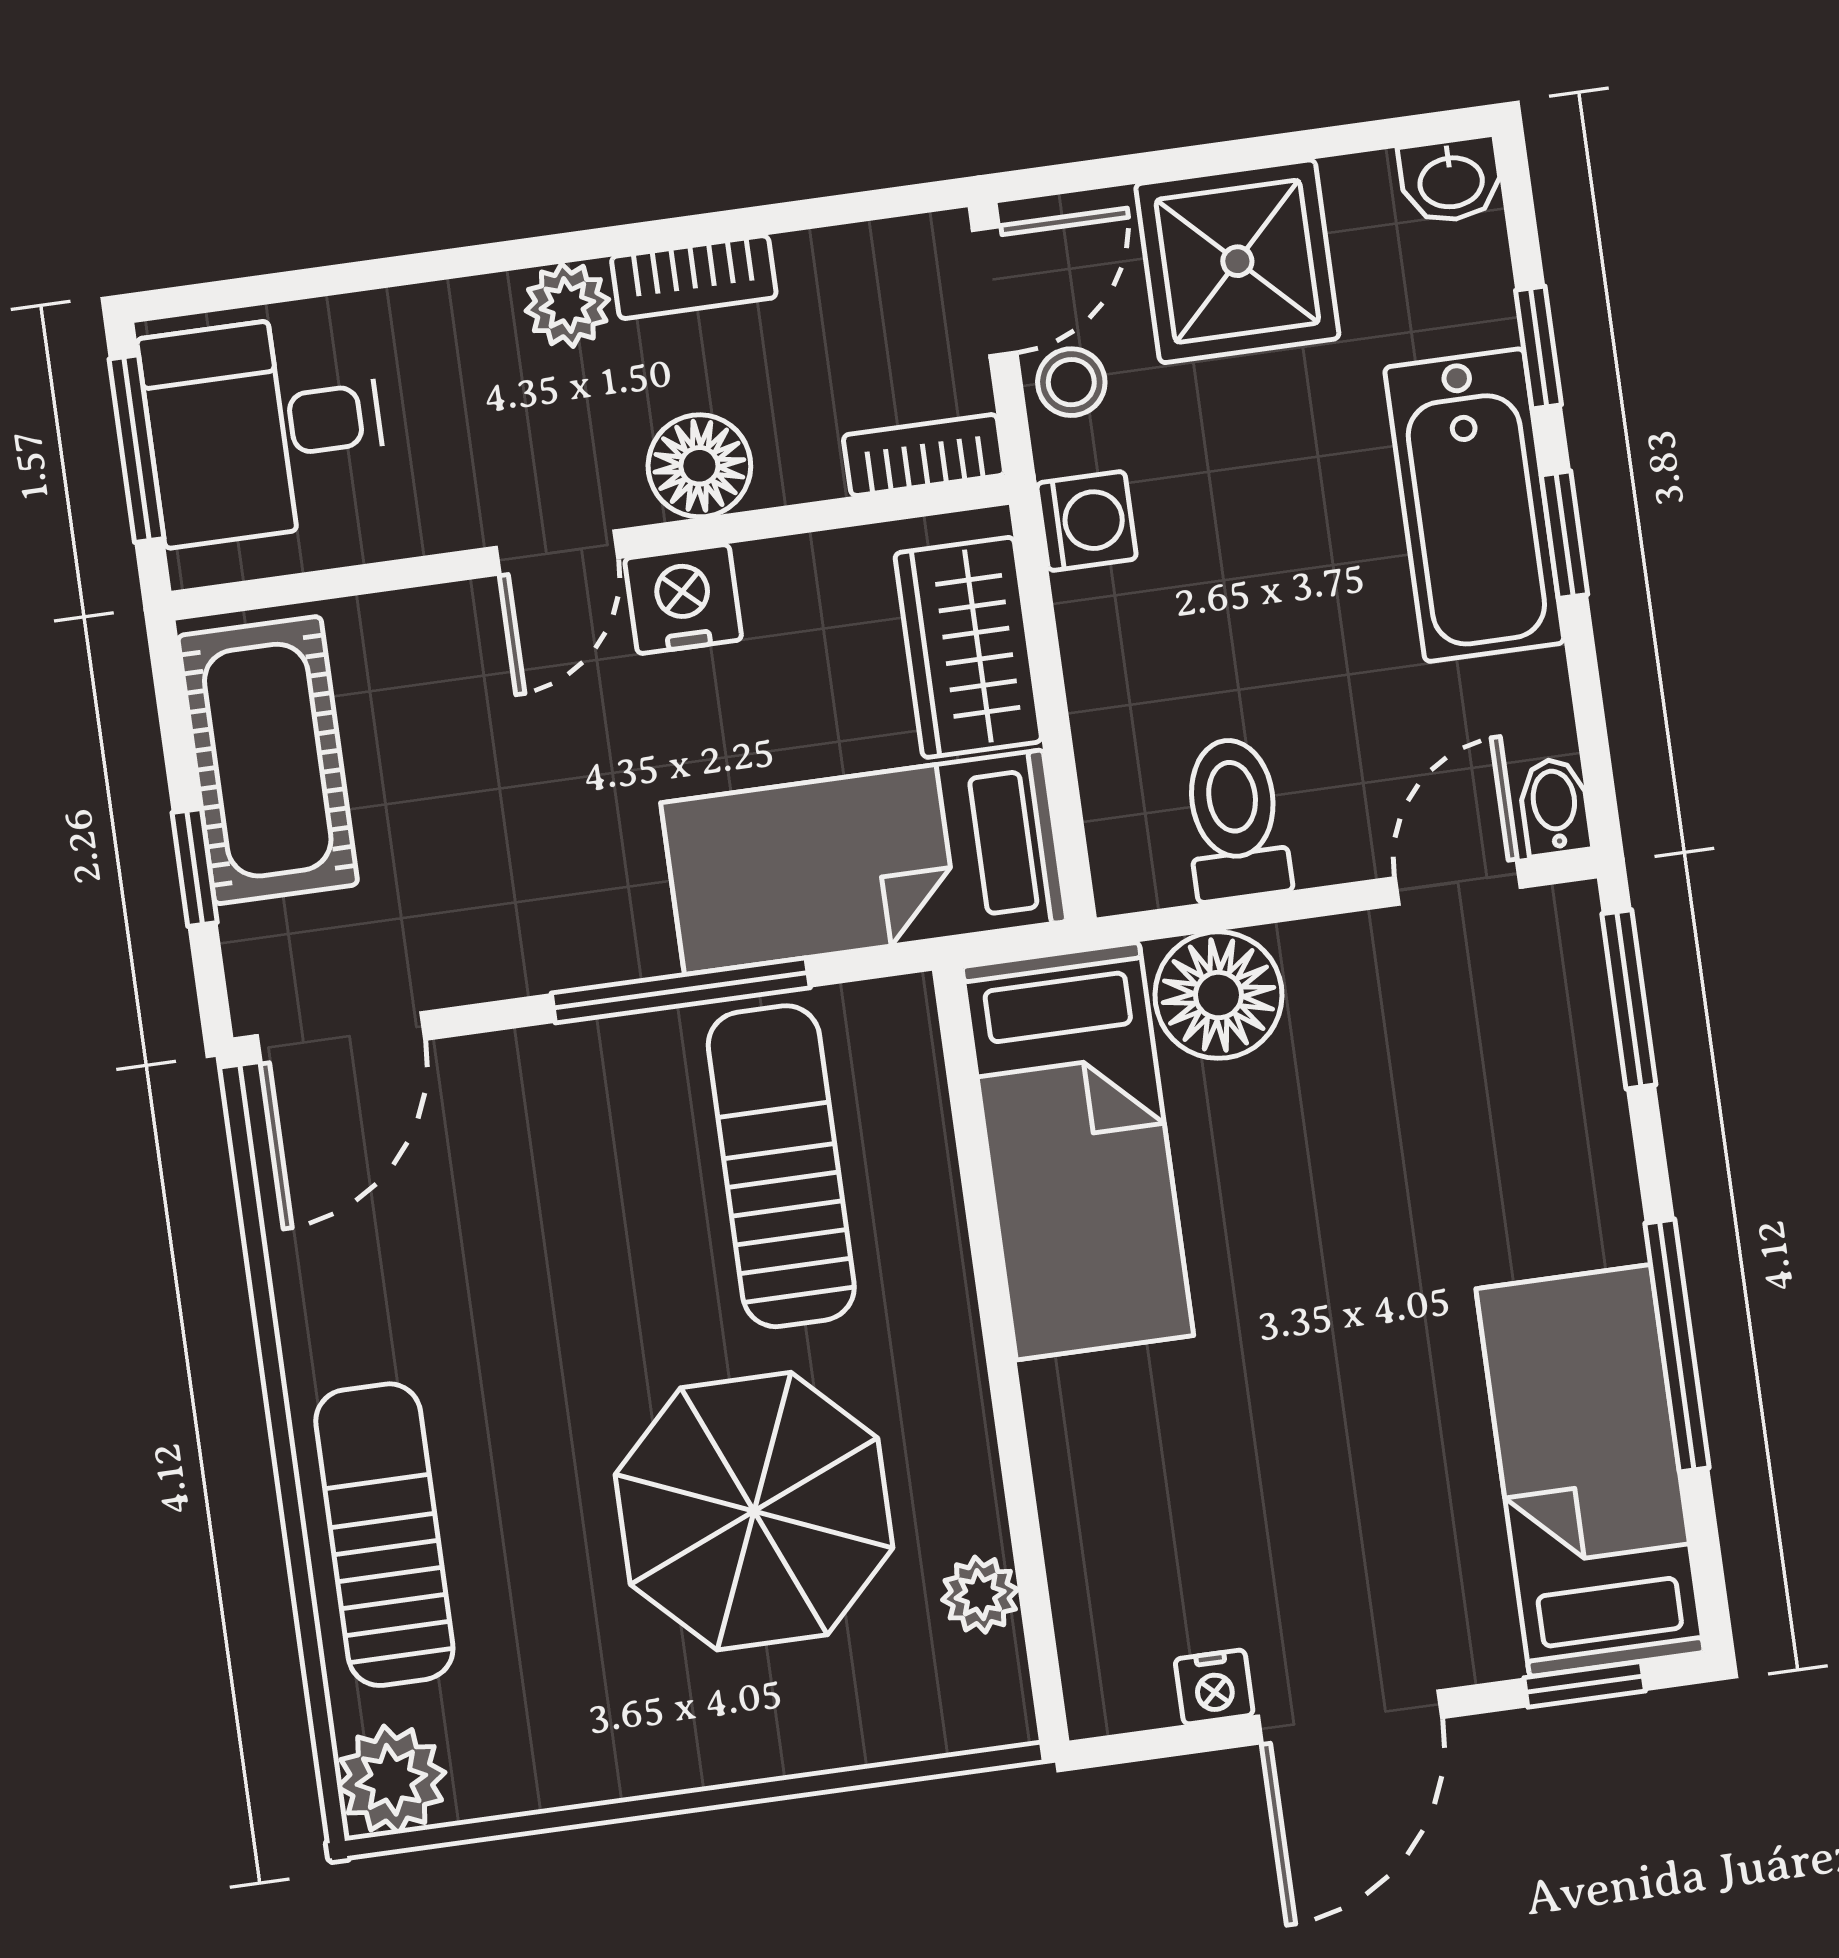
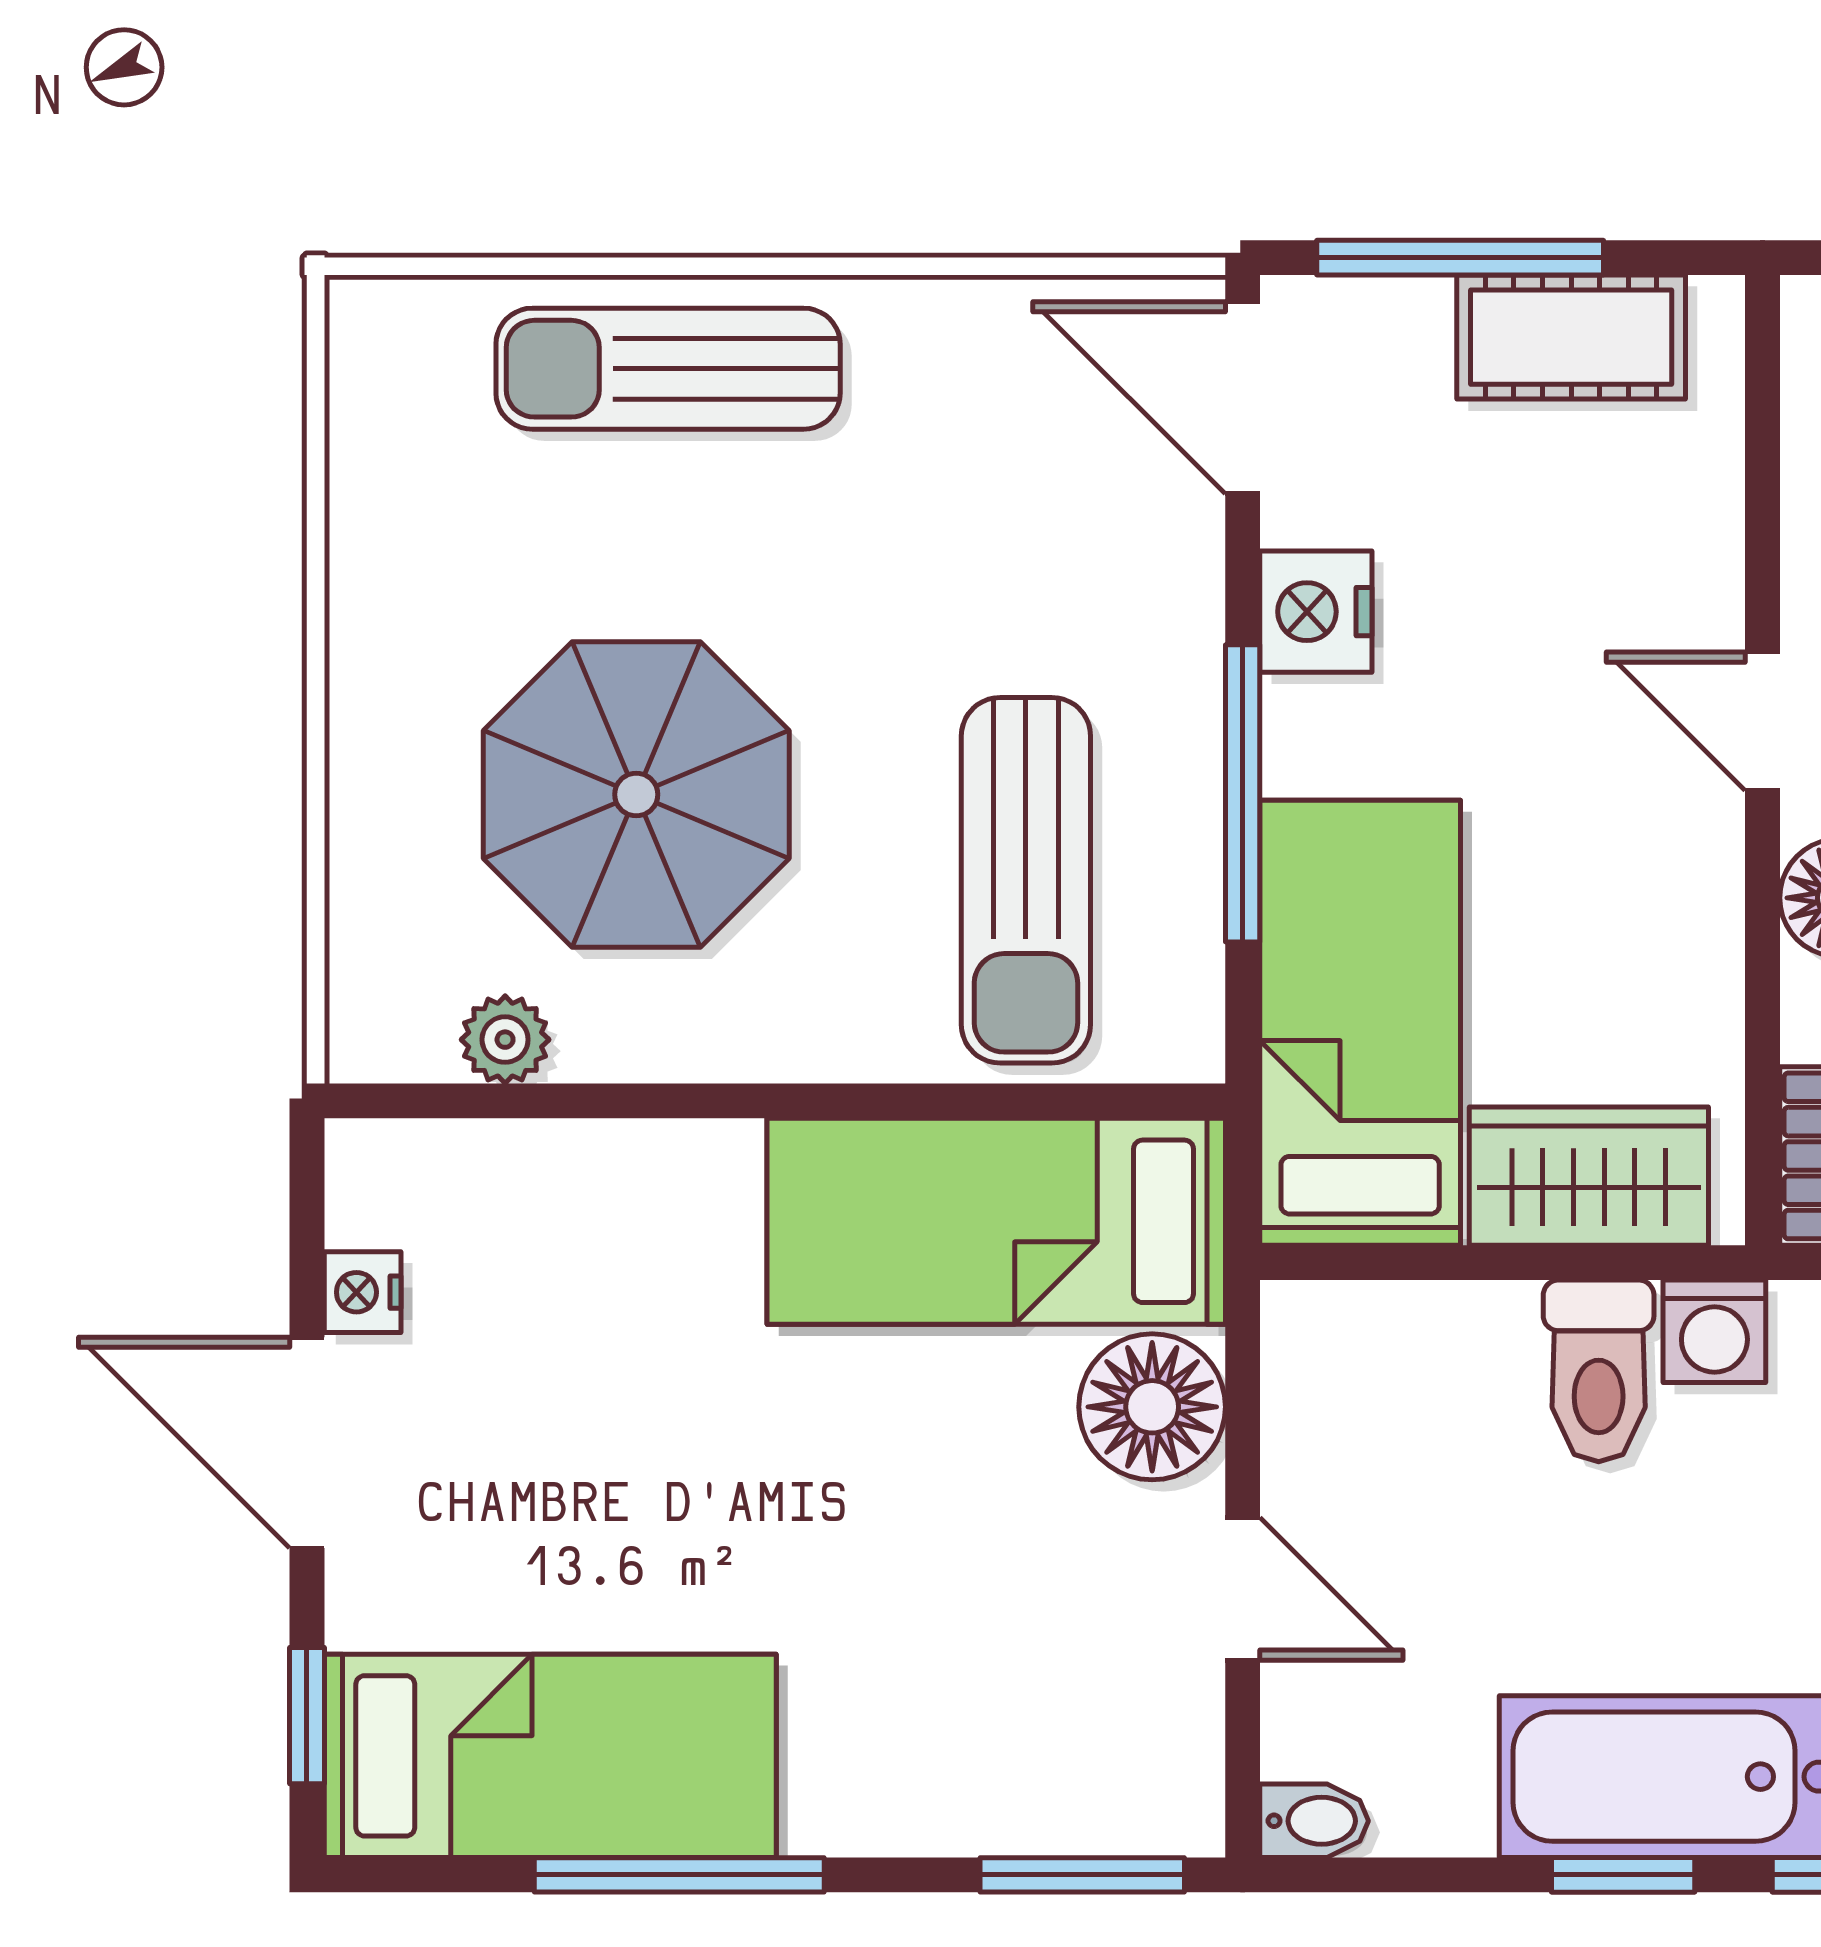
nightstand: (683, 599) -> (1316, 612), moved, turned 180
cot: (268, 760) -> (1571, 337), width x0.73, depth x0.75
toilet: (1235, 819) -> (1599, 1371), moved, turned 90
window: (195, 867) -> (1460, 258), width x2.17
door: (1458, 883) -> (1243, 1589), moved
sun lounger: (781, 1166) -> (1026, 880), turned 90
sun lounger: (384, 1535) -> (668, 369), turned 180
plant: (391, 1780) -> (387, 338), removed

